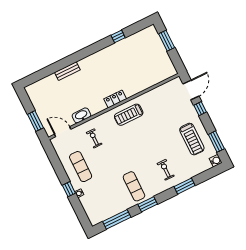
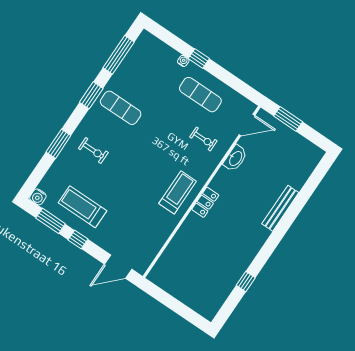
window: (167, 41) -> (183, 310), removed
bench: (67, 71) -> (280, 208), width x1.36
door: (191, 90) -> (118, 267), hinge flipped
window: (200, 109) -> (78, 239), moved

